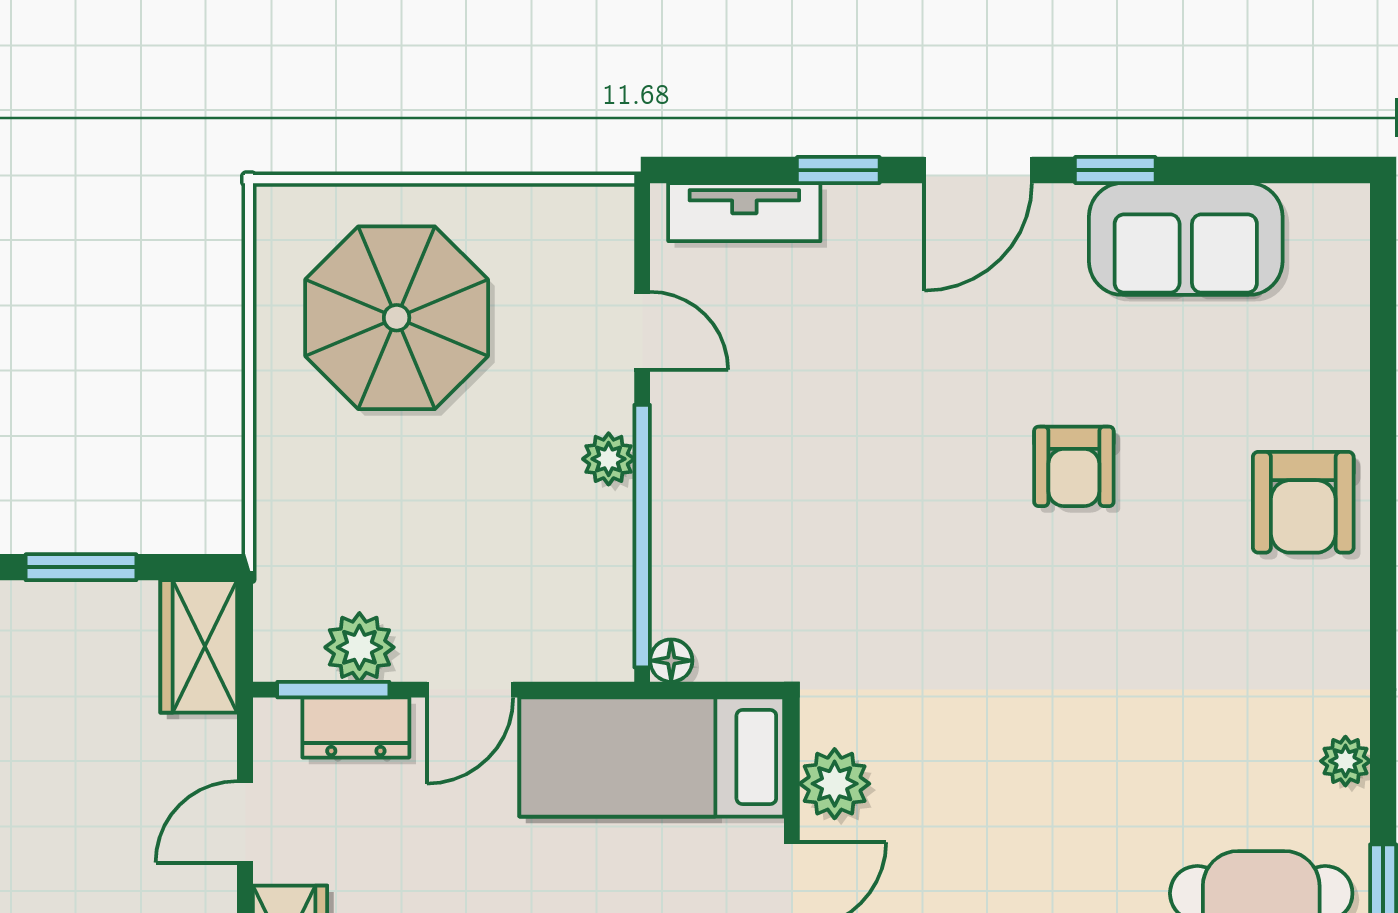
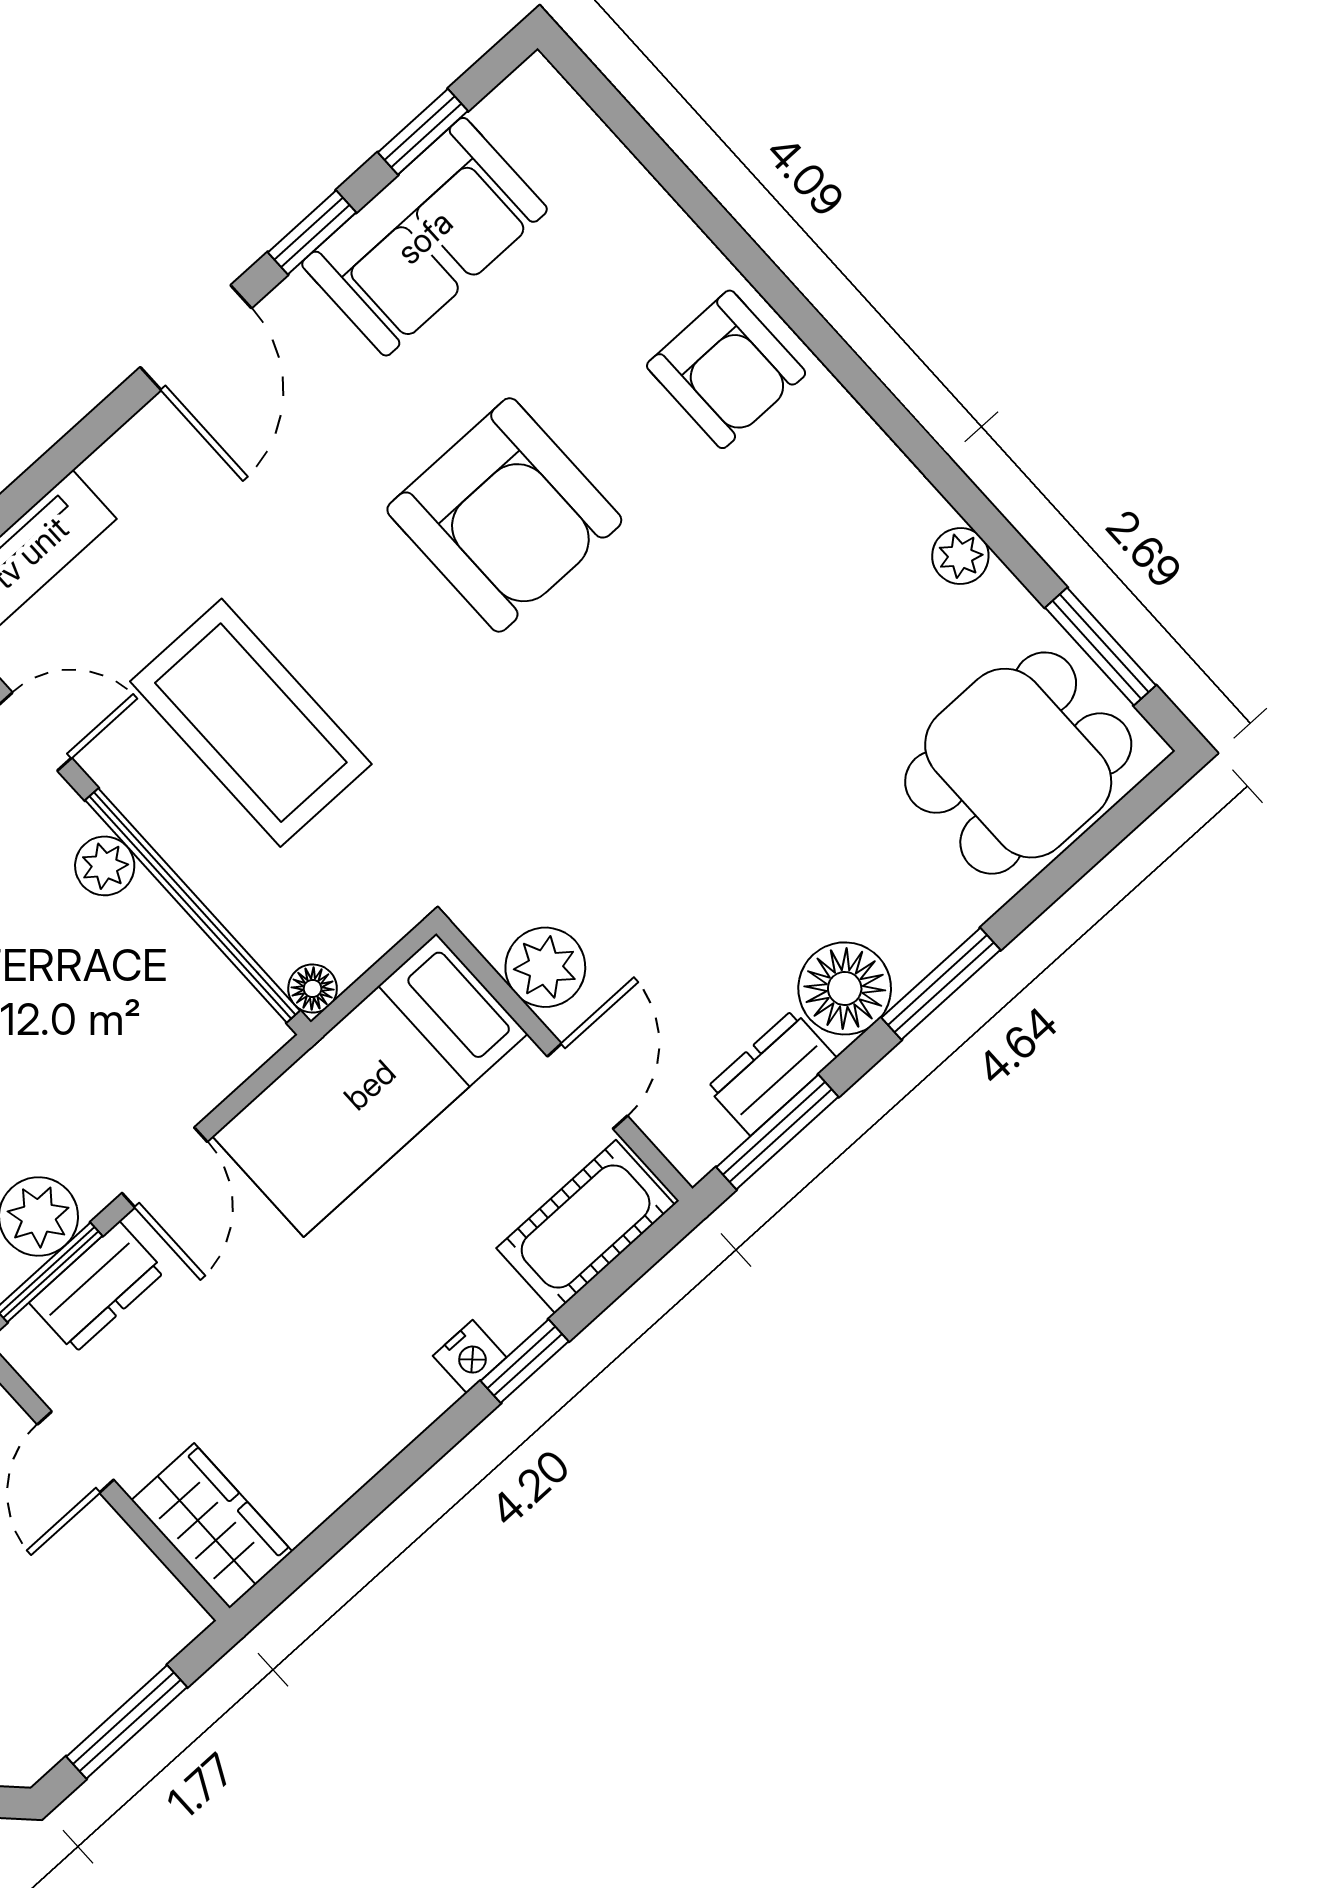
window: (838, 170) -> (423, 132), moved
coffee table: (787, 452) -> (251, 723), added
armchair: (1074, 466) -> (504, 515), width x1.88, depth x1.88

